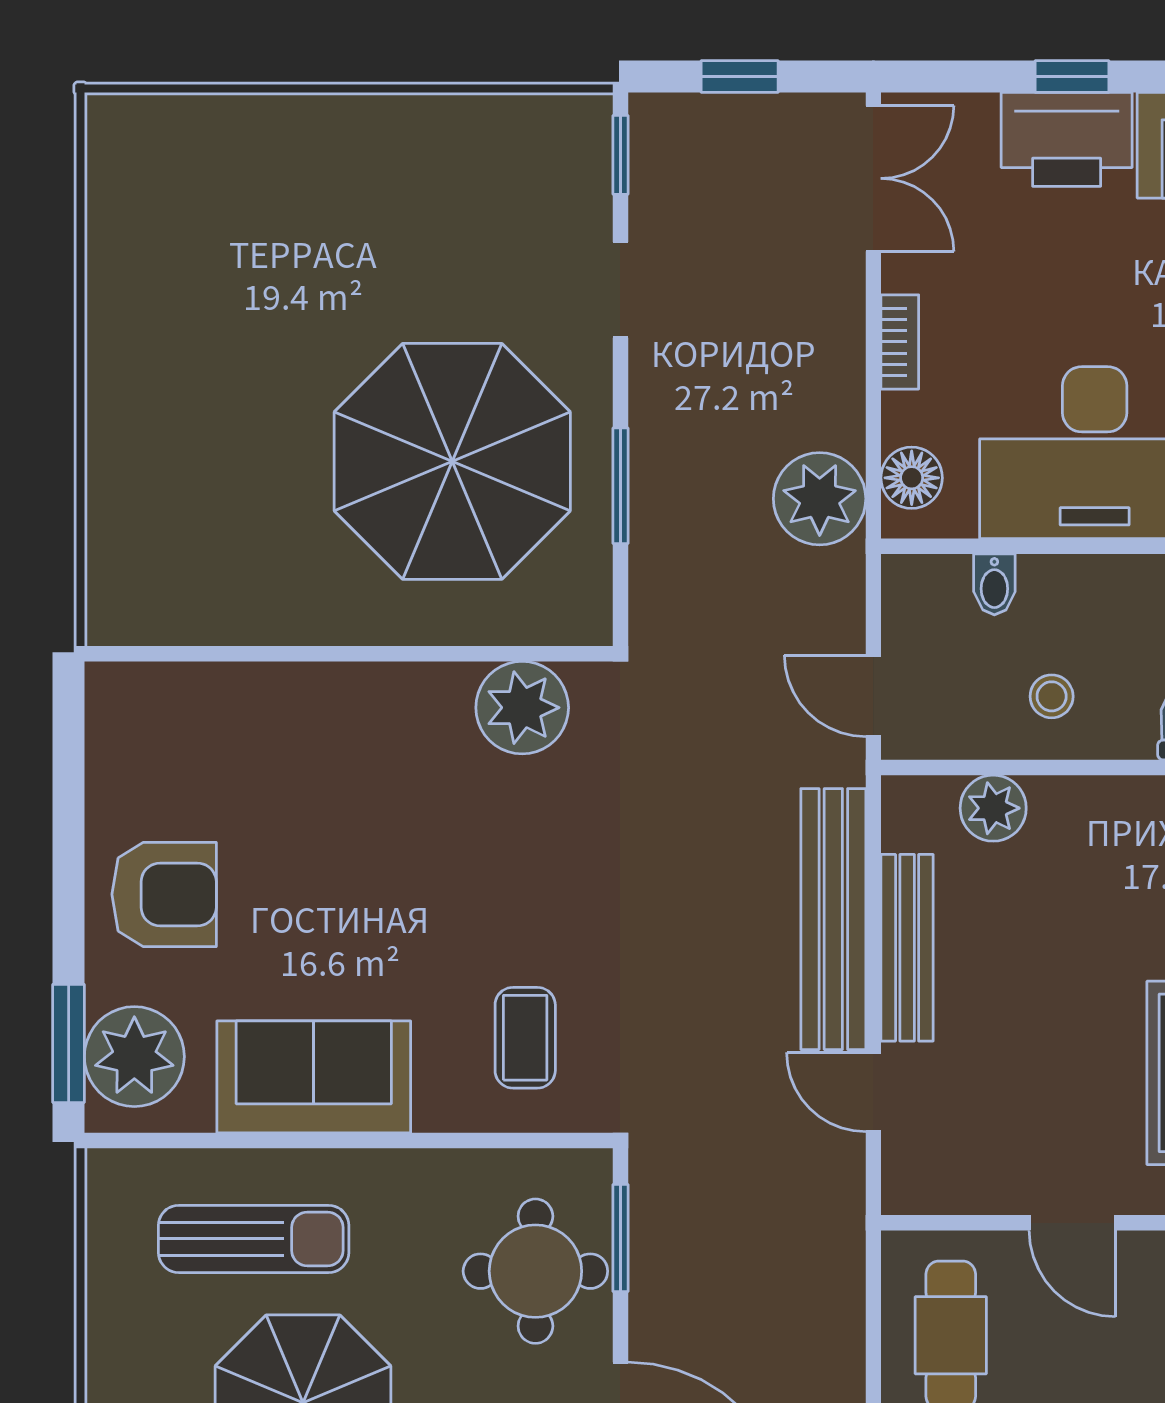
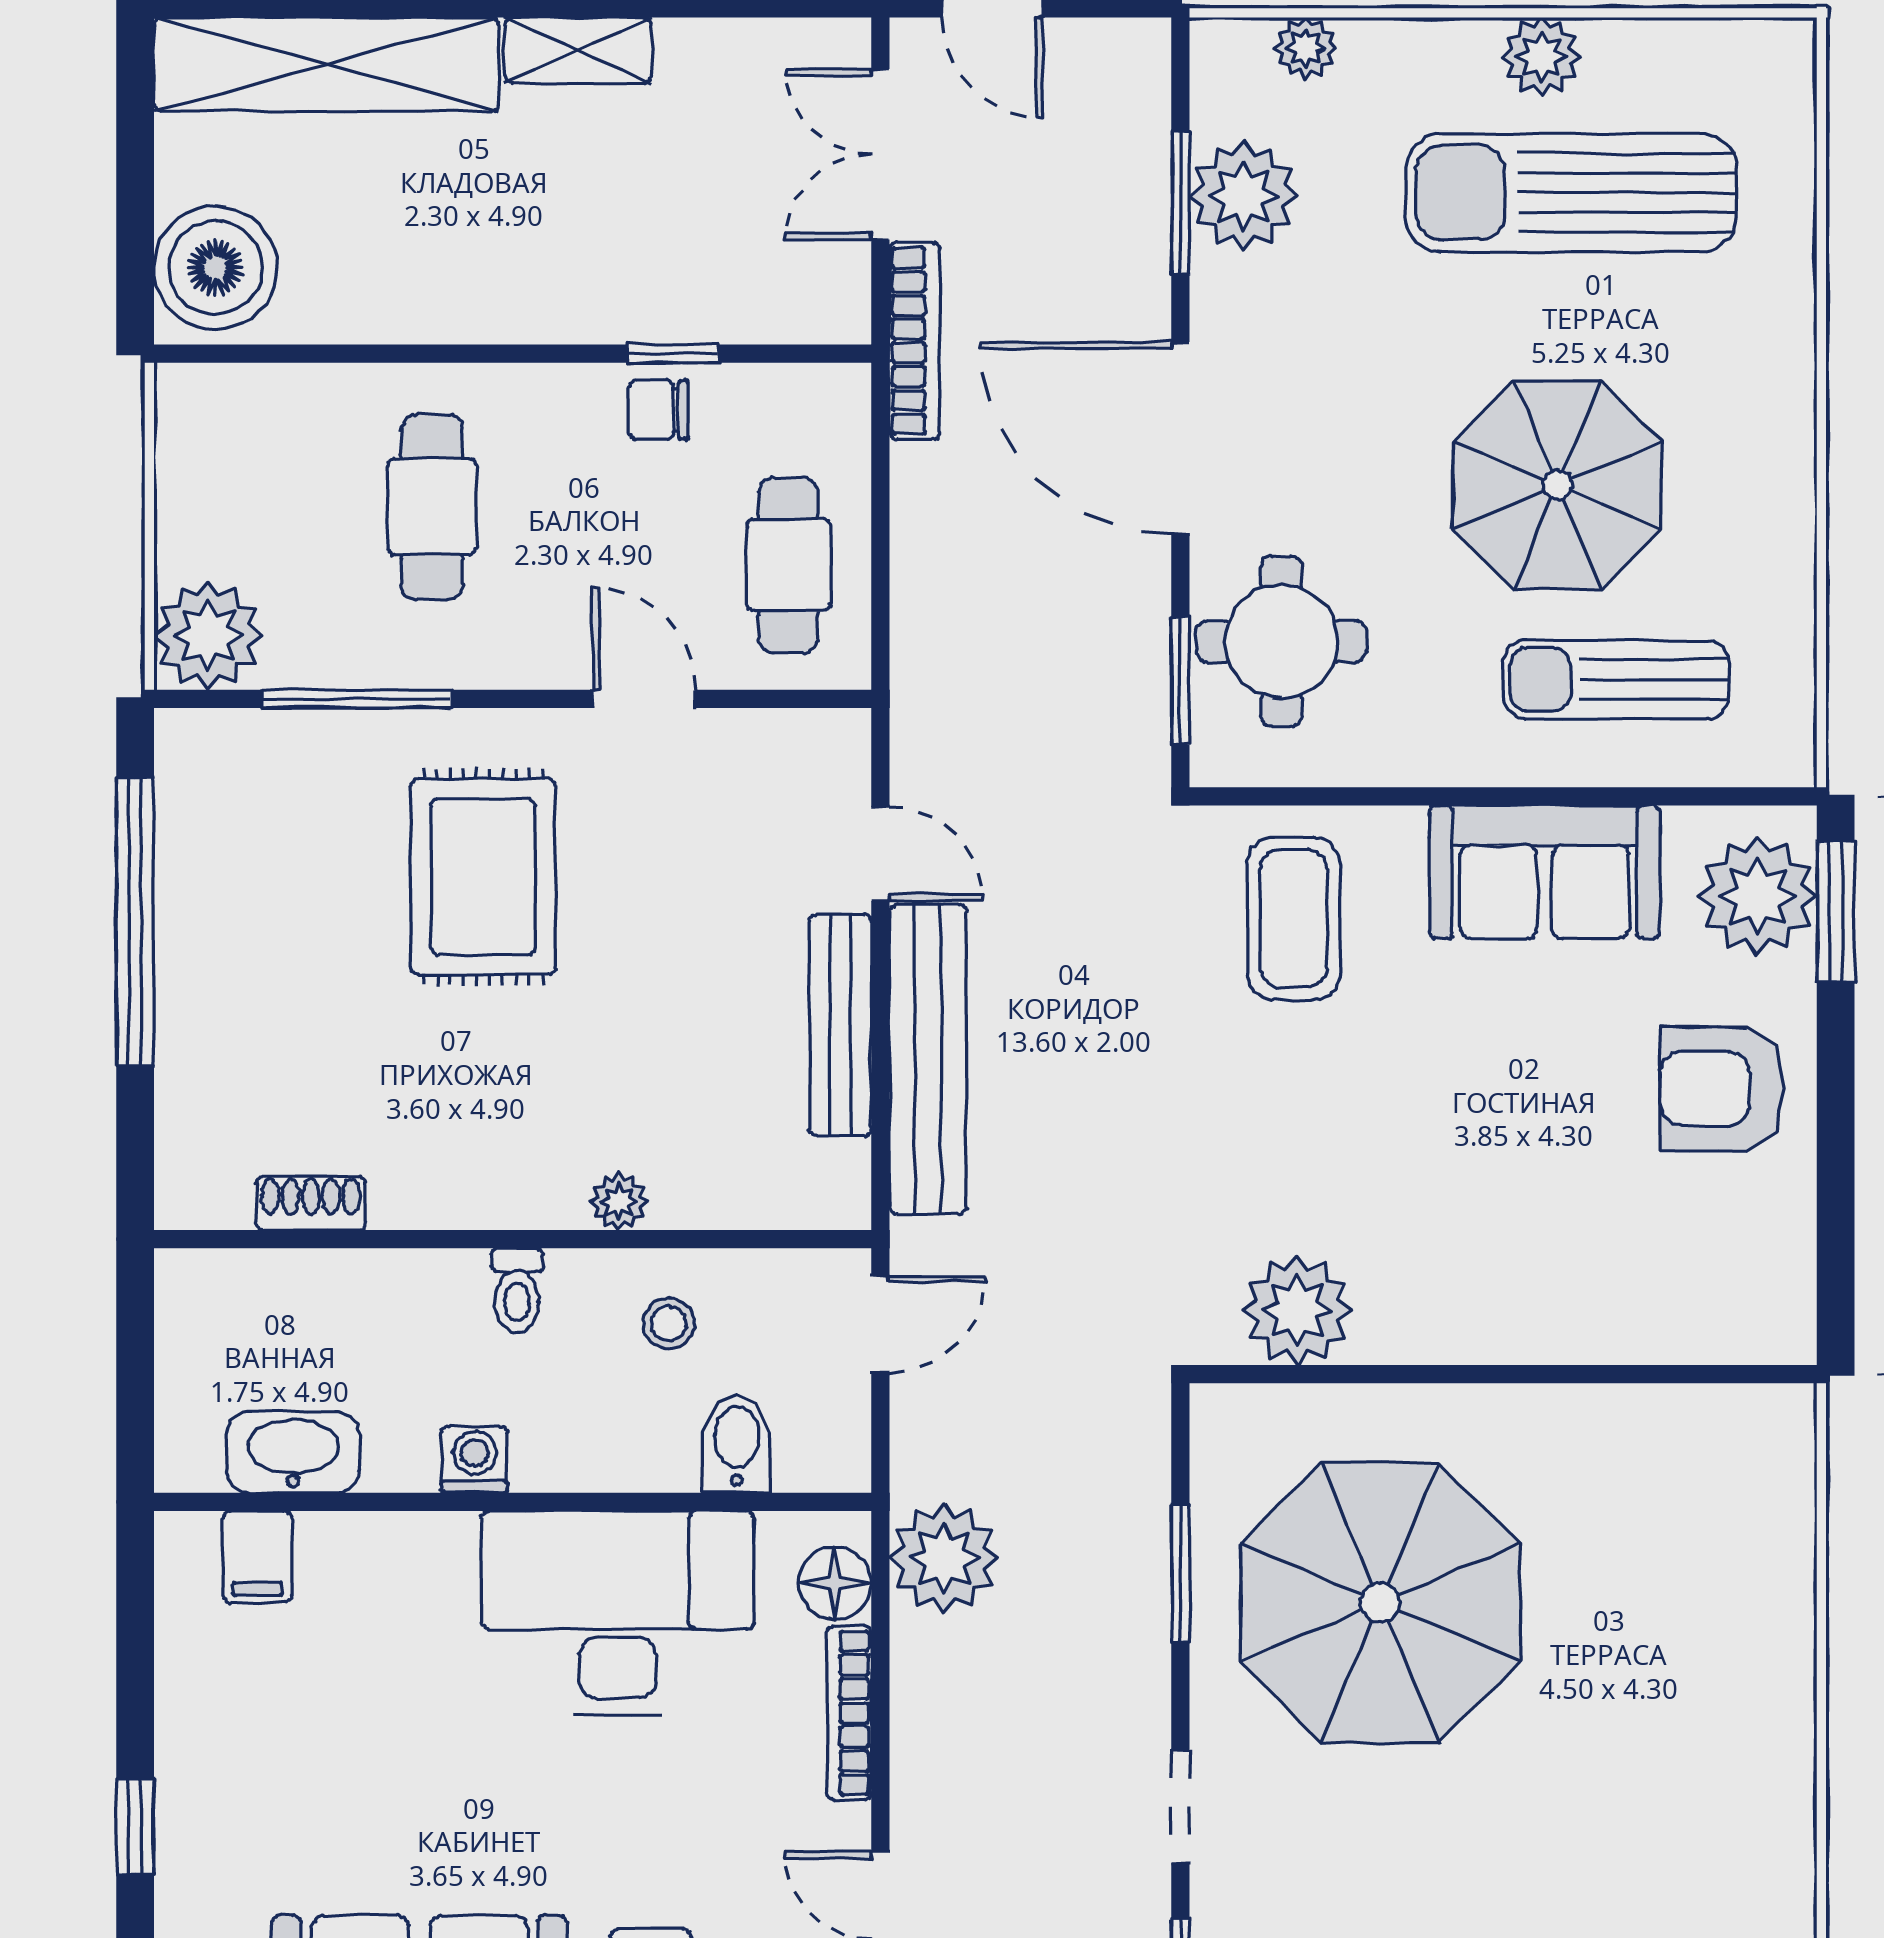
bookcase: (900, 342) -> (849, 1713), width x1.56
bidet: (994, 584) -> (737, 1444), width x1.38, depth x1.36
door: (873, 696) -> (880, 1324), hinge flipped
plant: (993, 808) -> (619, 1202), moved, width x0.73, depth x0.73
coffee table: (525, 1038) -> (1294, 918), width x1.36, depth x1.30

